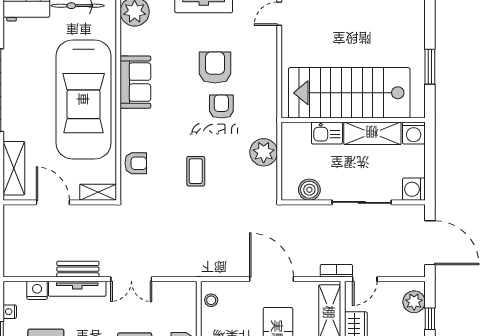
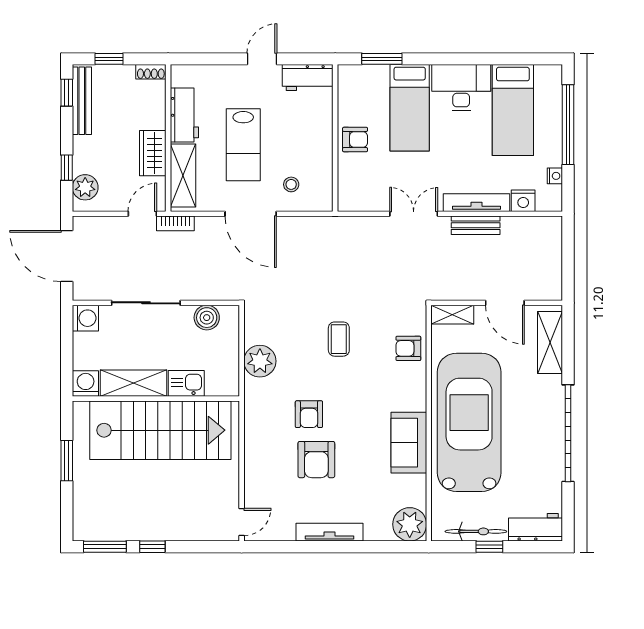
stool: (211, 300) -> (291, 184), moved

